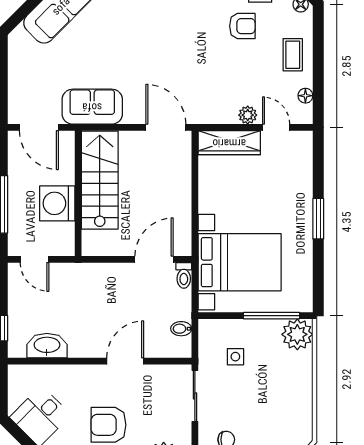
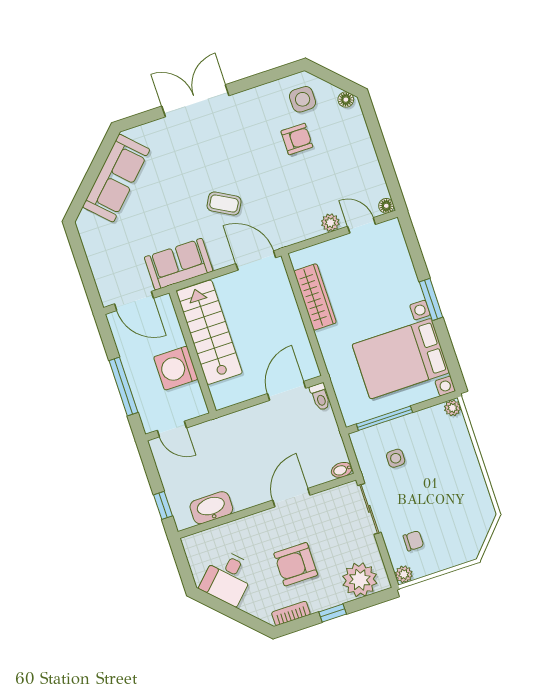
coffee table: (293, 55) -> (224, 204), moved, turned -61
floor lamp: (305, 96) -> (386, 206), moved
wardrobe: (229, 143) -> (315, 297), moved, turned -90
bed with nightstands: (240, 262) -> (401, 359), moved, turned 180
window: (272, 316) -> (384, 418), moved
bidet: (181, 329) -> (342, 470), moved
plant: (297, 334) -> (453, 408), width x0.53, depth x0.53

